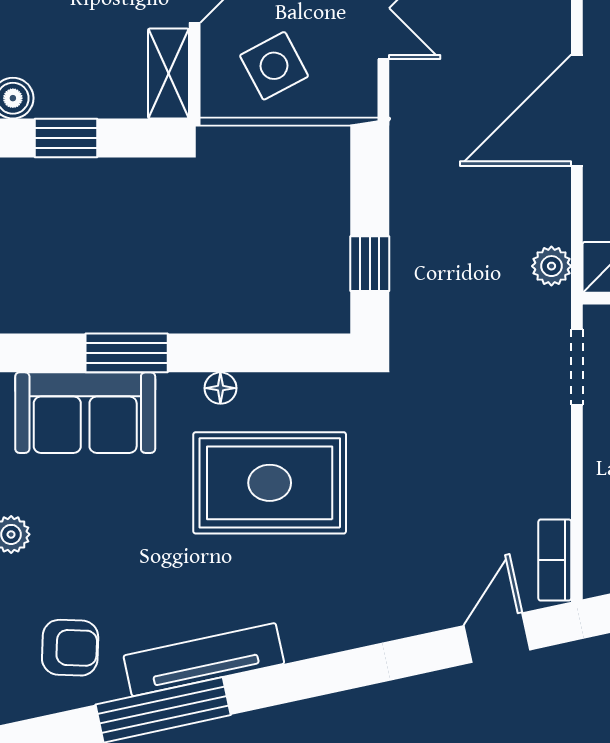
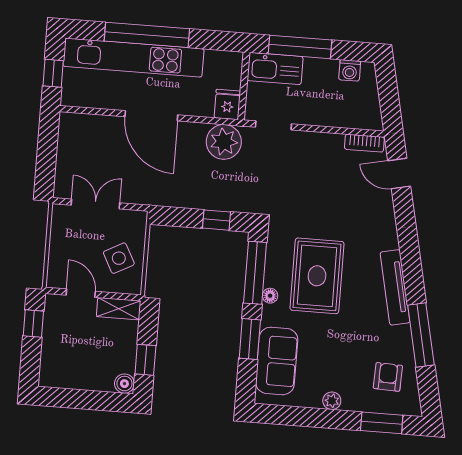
plant: (551, 266) -> (224, 142), width x1.88, depth x1.88
window: (266, 353) -> (255, 273), added
tv unit: (204, 660) -> (395, 287), moved

